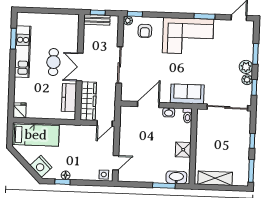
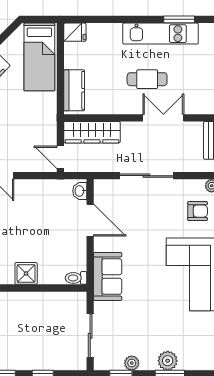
armchair: (145, 31) -> (198, 211), turned 180
double door: (80, 67) -> (163, 118), moved
plant: (246, 67) -> (168, 361), moved
kitchen counter: (69, 98) -> (74, 90), moved, turned 90
sliding door: (227, 107) -> (90, 336), width x0.73
washbasin: (169, 112) -> (80, 191), moved

